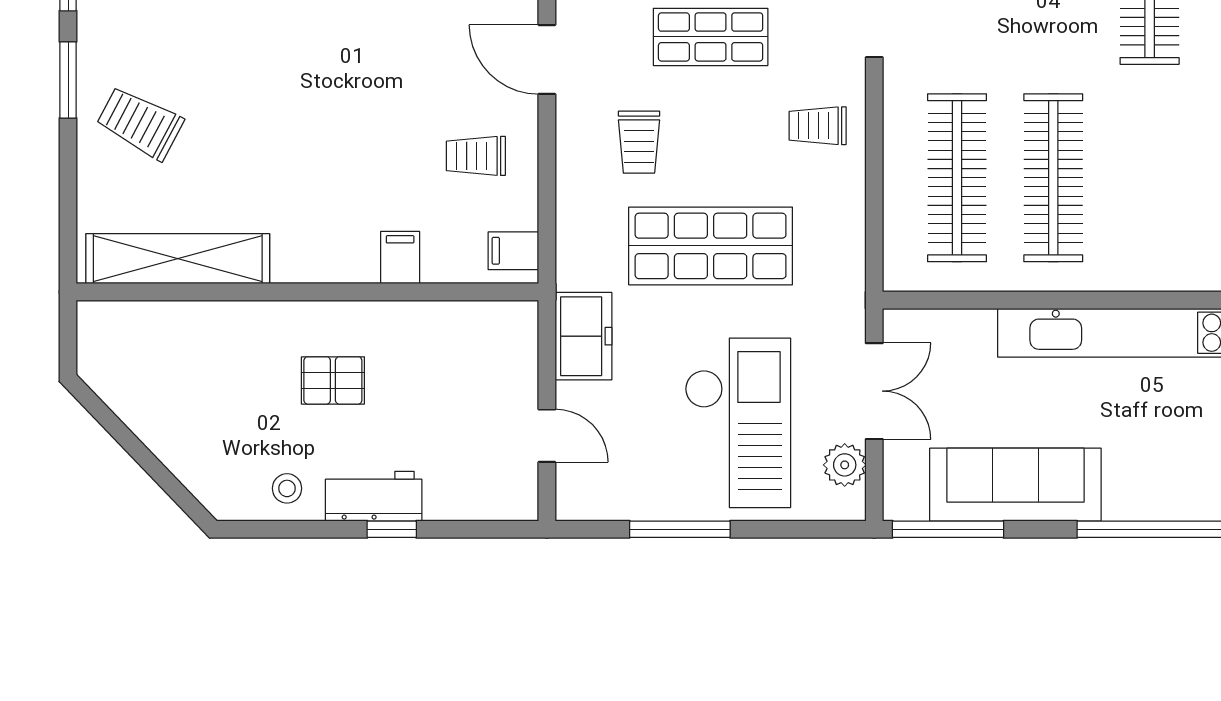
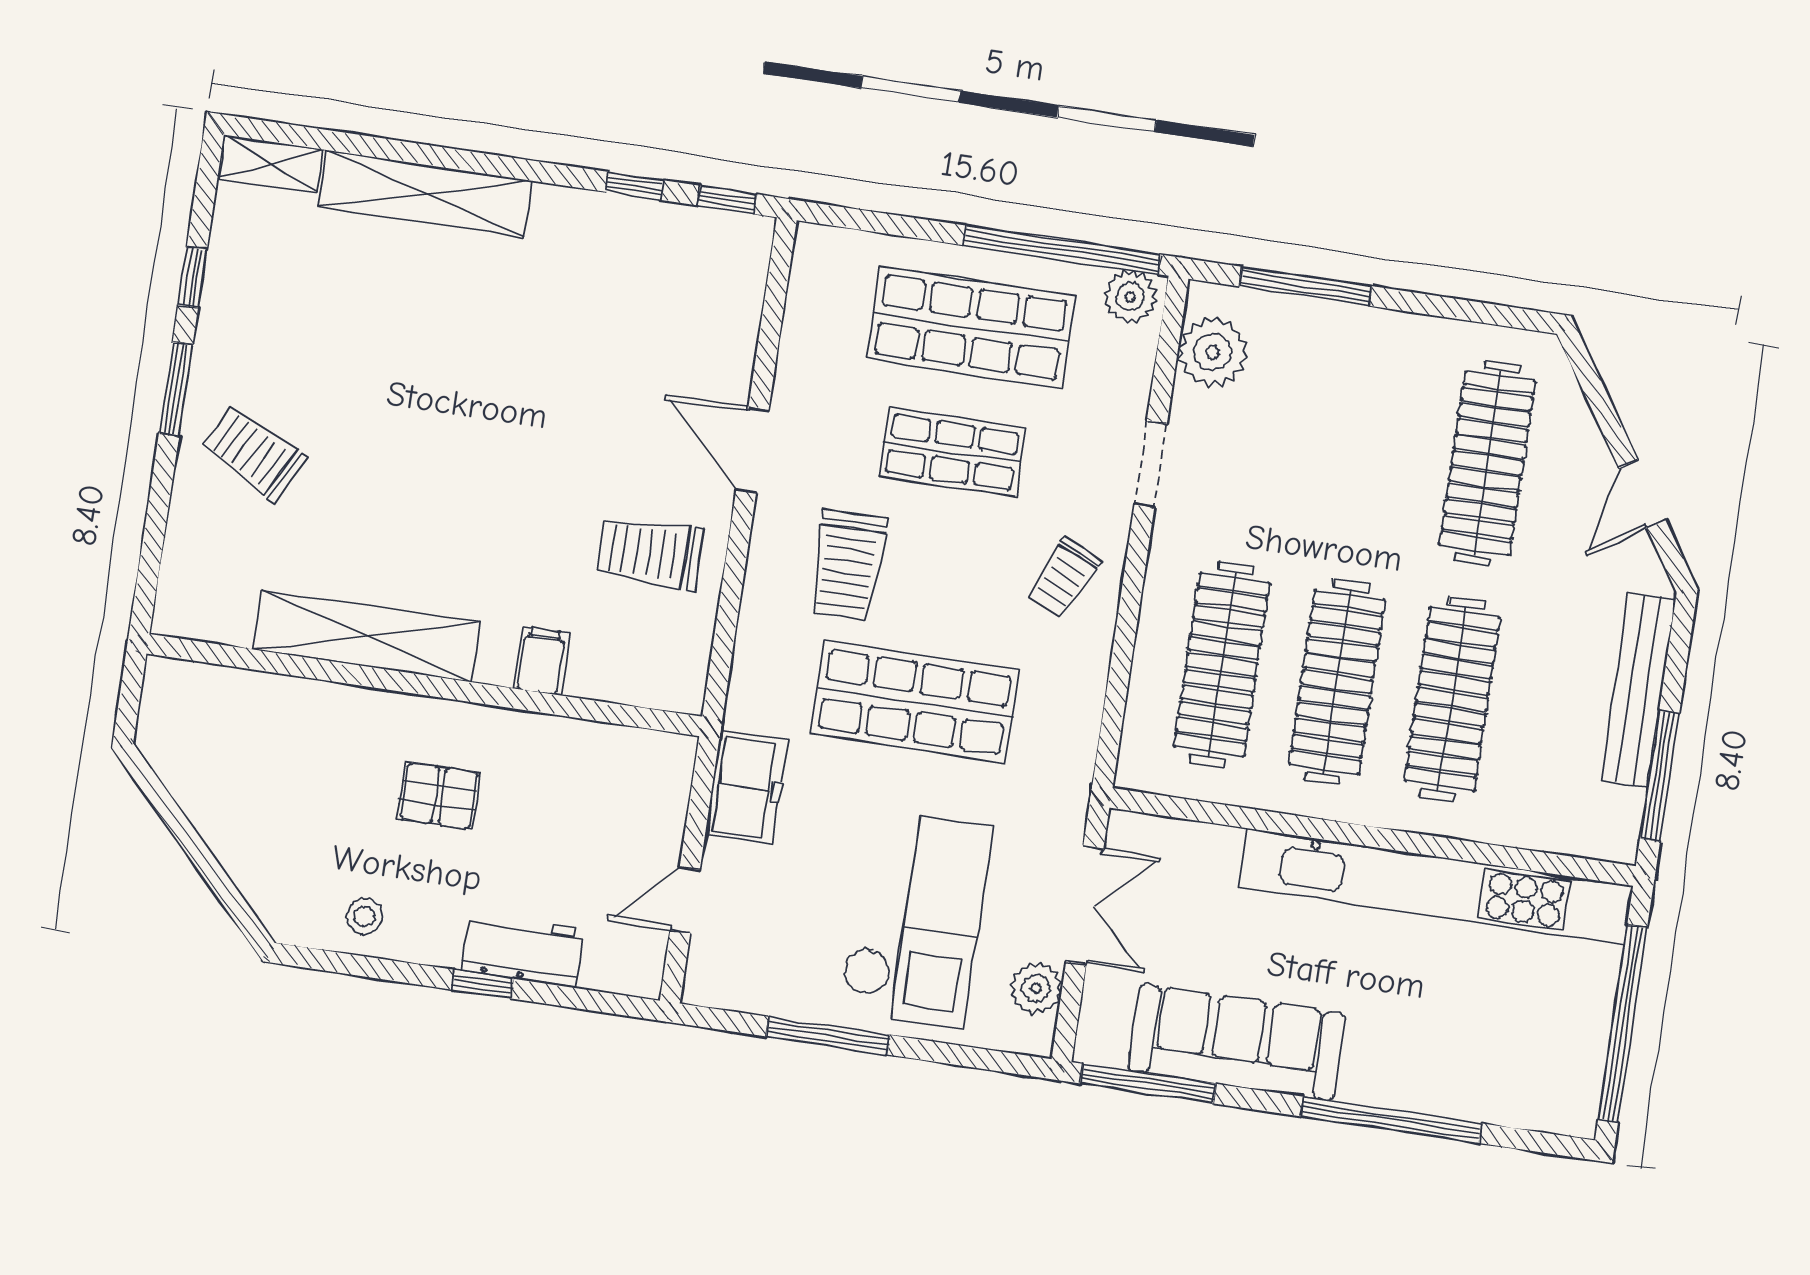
trolley: (818, 126) -> (1064, 578), turned -65
trolley: (639, 142) -> (848, 565), width x1.36, depth x1.39
trolley: (476, 156) -> (650, 553), width x1.36, depth x1.39
clothes rail: (1150, 178) -> (1452, 699), added
filing cabinet: (513, 251) -> (678, 673), removed
shelving: (178, 259) -> (367, 636), moved
door: (547, 436) -> (685, 900), swing flipped
workbench: (374, 496) -> (523, 950), moved

